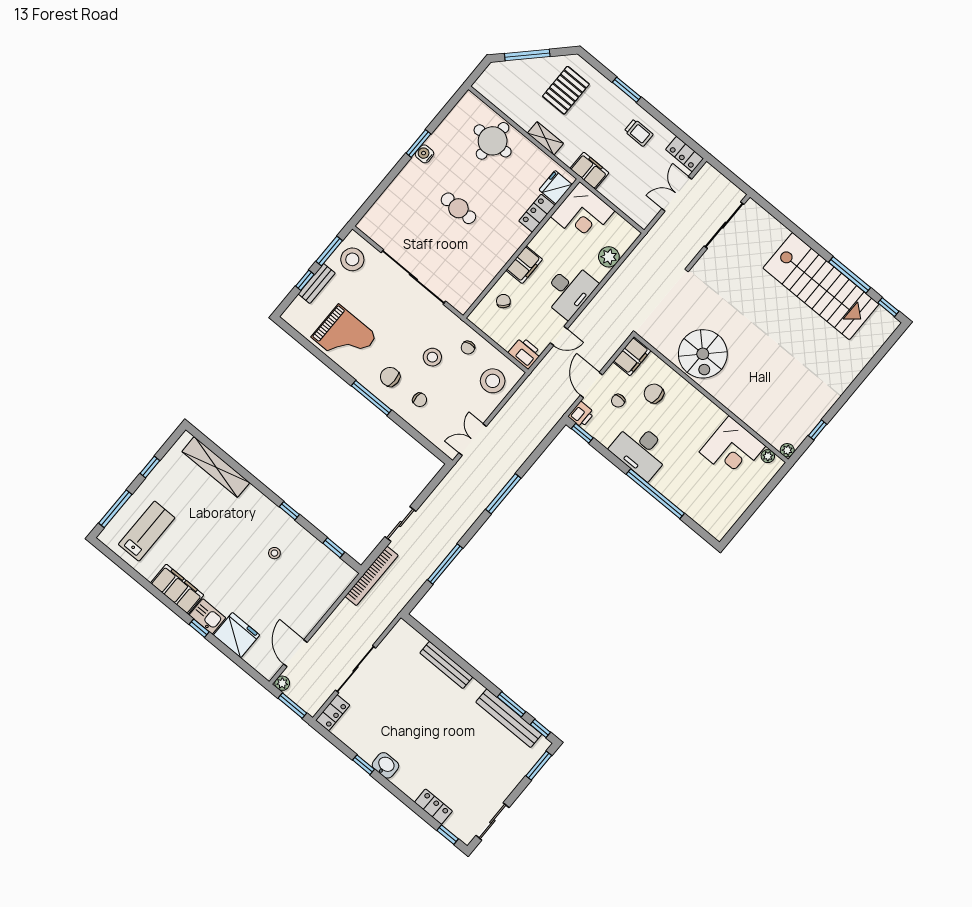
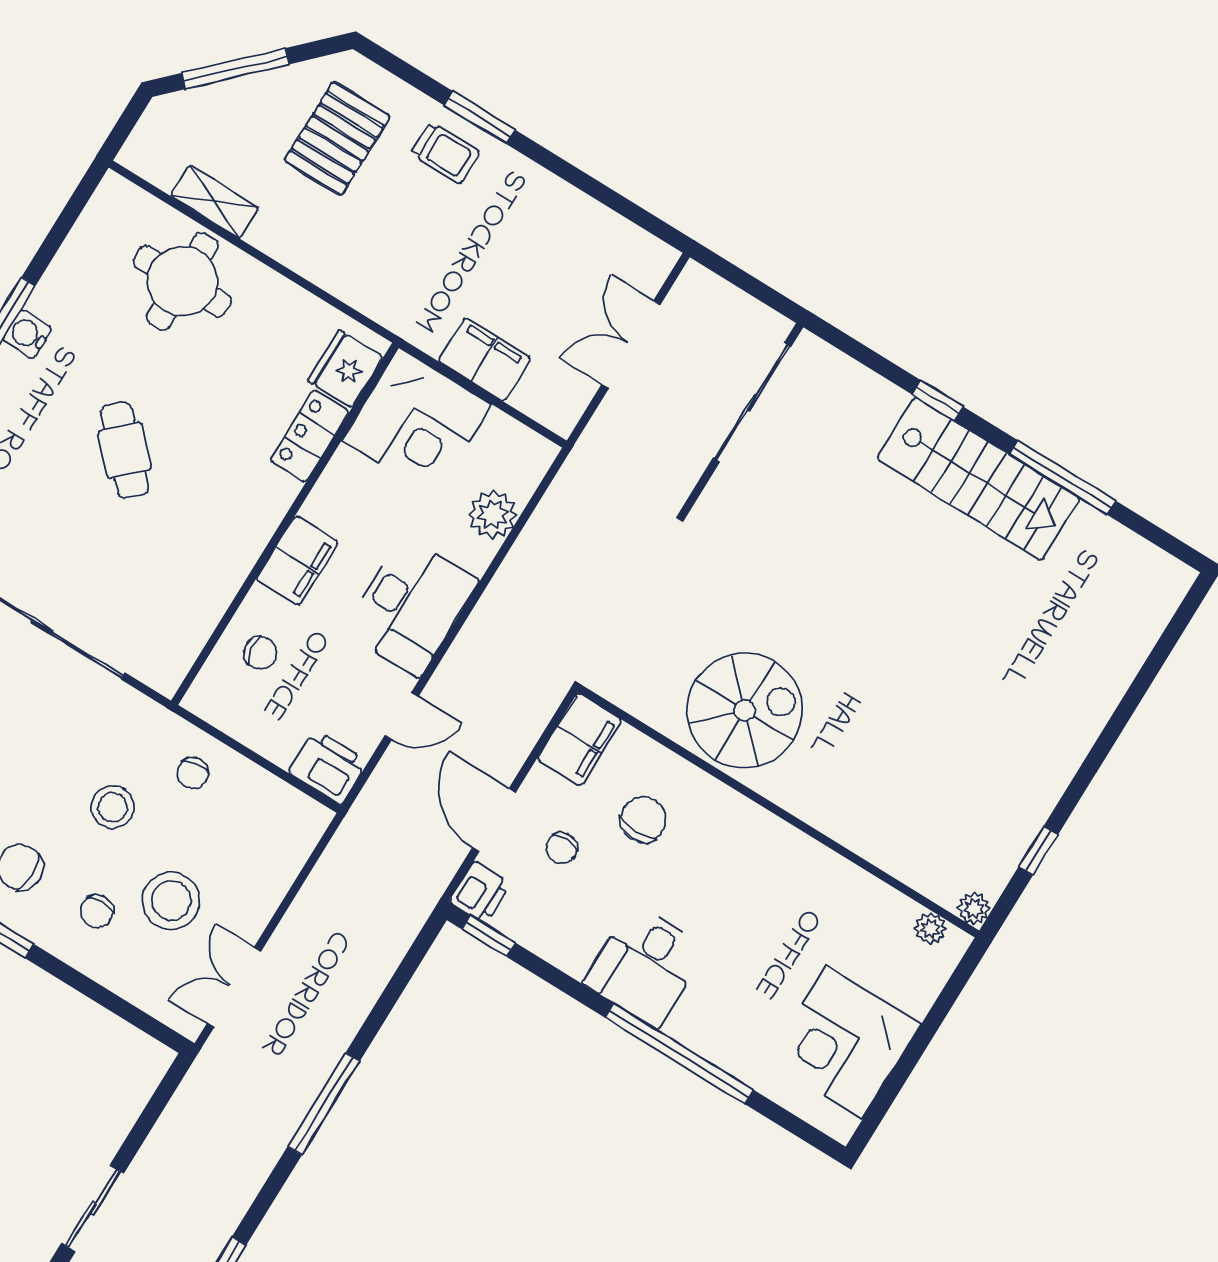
trolley: (639, 133) -> (445, 153), moved
shelving: (545, 138) -> (215, 202), moved
locker: (685, 154) -> (636, 249), removed
filing cabinet: (589, 171) -> (485, 360), moved
cafe table: (458, 208) -> (125, 450), turned 46
stairs: (821, 286) -> (979, 479), width x0.73, depth x0.66
chair: (503, 301) -> (260, 653), turned 126
window: (888, 307) -> (938, 401), moved
spiral stairs: (703, 354) -> (745, 711), turned -90
stool: (493, 381) -> (171, 901), moved
chair: (654, 393) -> (643, 819), turned 90
chair: (420, 400) -> (97, 911), turned 90
corner desk: (732, 449) -> (844, 1042), moved, turned 90
desk: (641, 450) -> (645, 966), width x0.73

